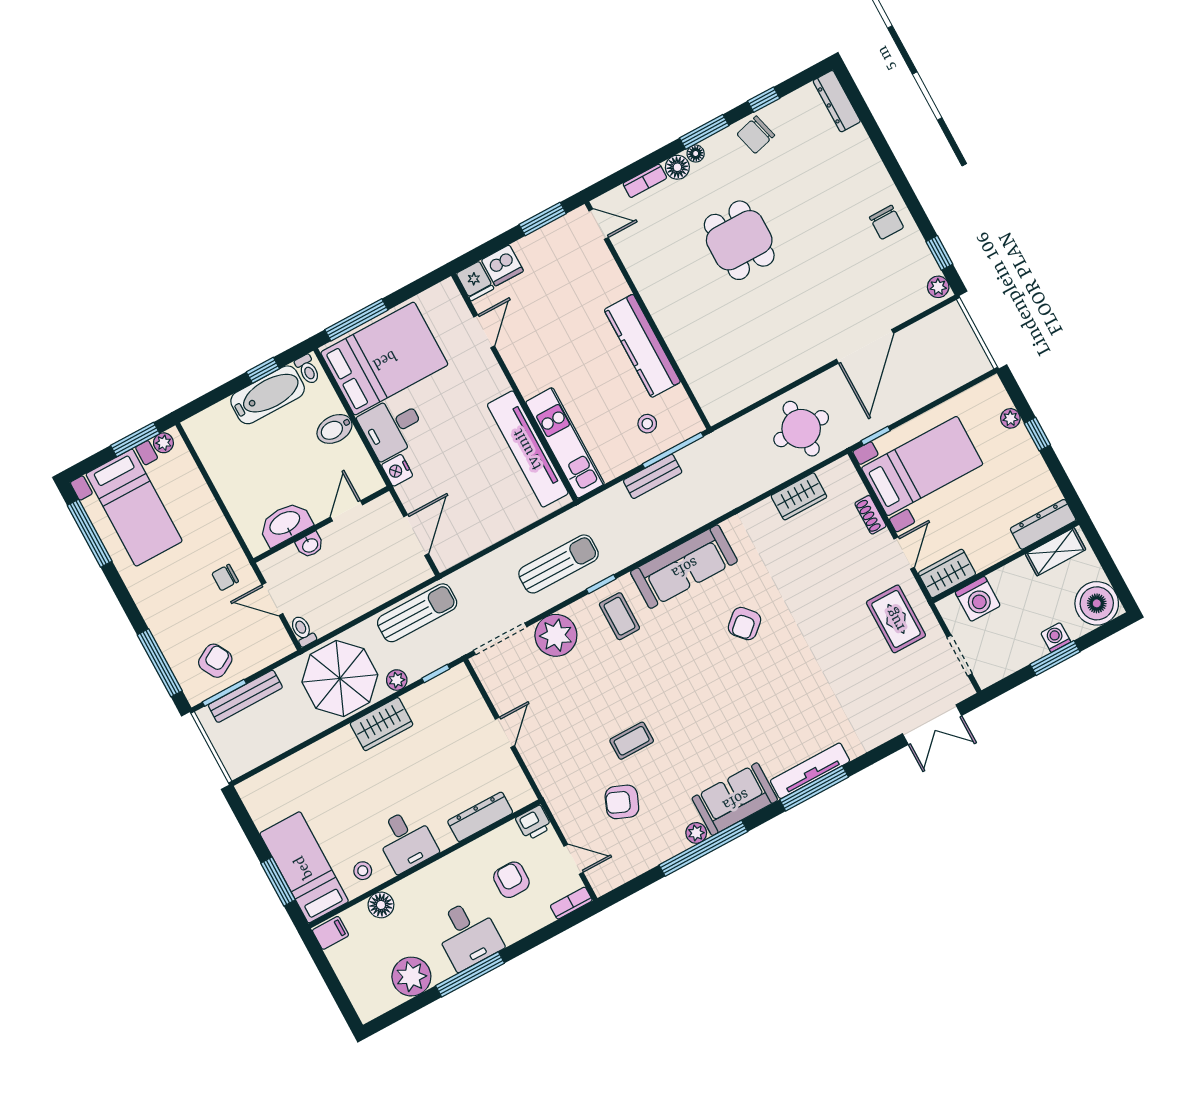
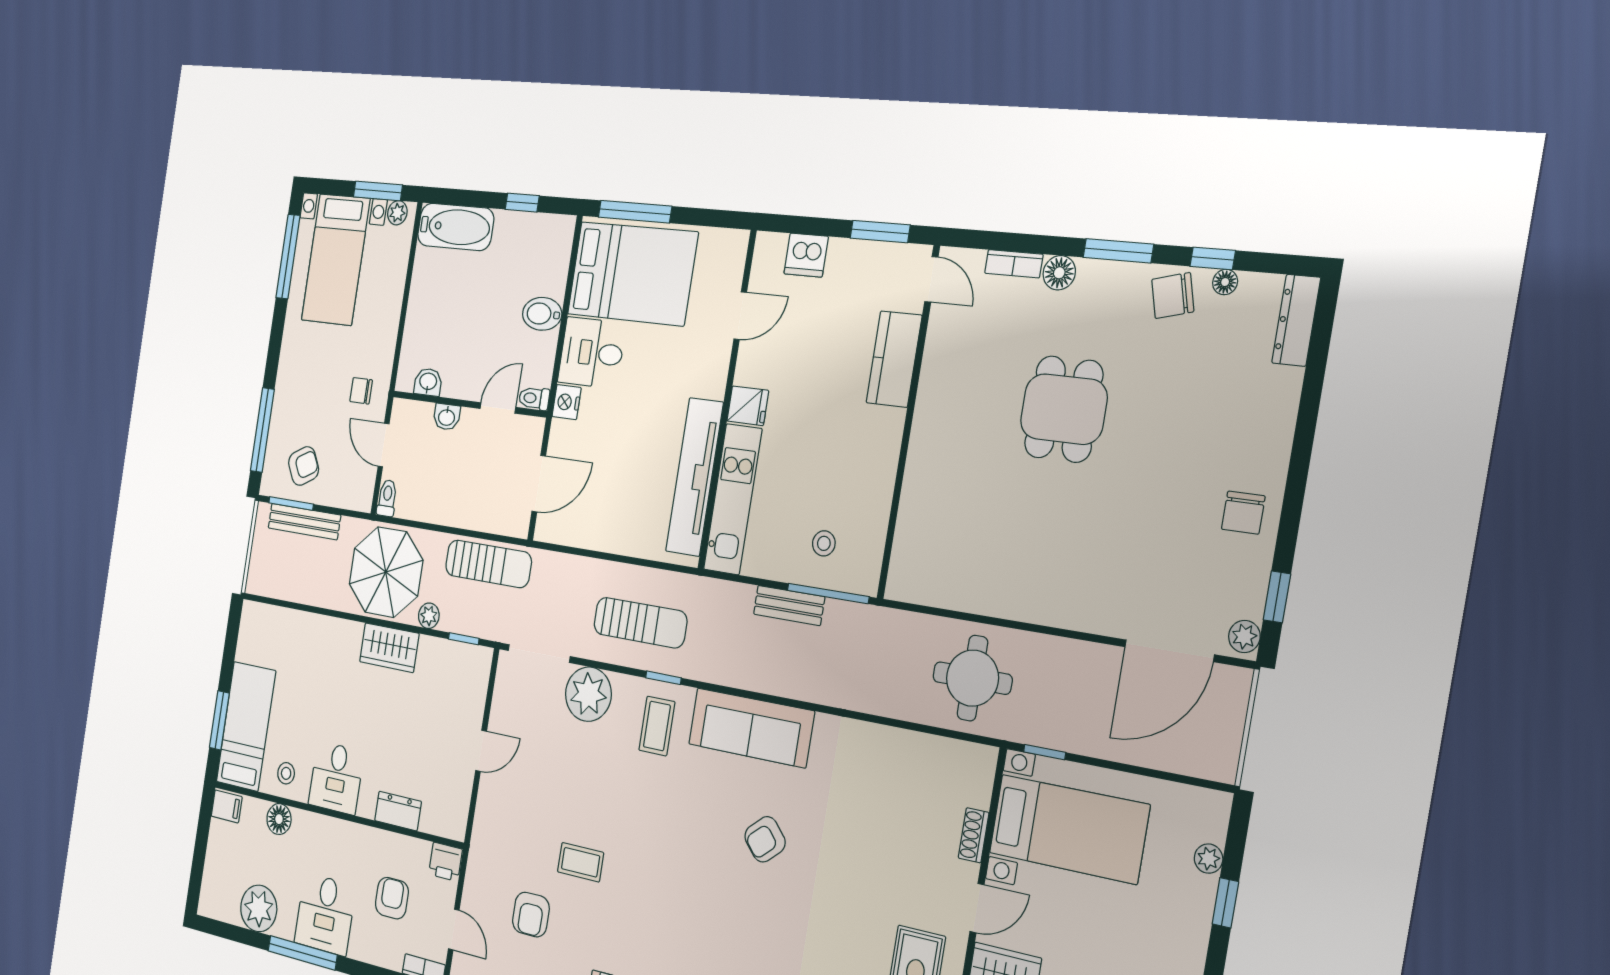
floor lamp: (696, 154) -> (1225, 282), moved
fridge: (475, 281) -> (748, 406), moved, turned -90
kitchen counter: (642, 346) -> (894, 359), moved, width x0.67
door: (865, 346) -> (1169, 651), moved
toilet: (308, 370) -> (534, 398), moved, turned 90
bathtub: (268, 395) -> (456, 227), moved
wardrobe: (799, 496) -> (916, 751), removed
washbasin: (285, 524) -> (428, 382), width x0.52, depth x0.69
armchair: (622, 802) -> (531, 915), turned -112
dresser: (480, 817) -> (398, 811), width x0.70

